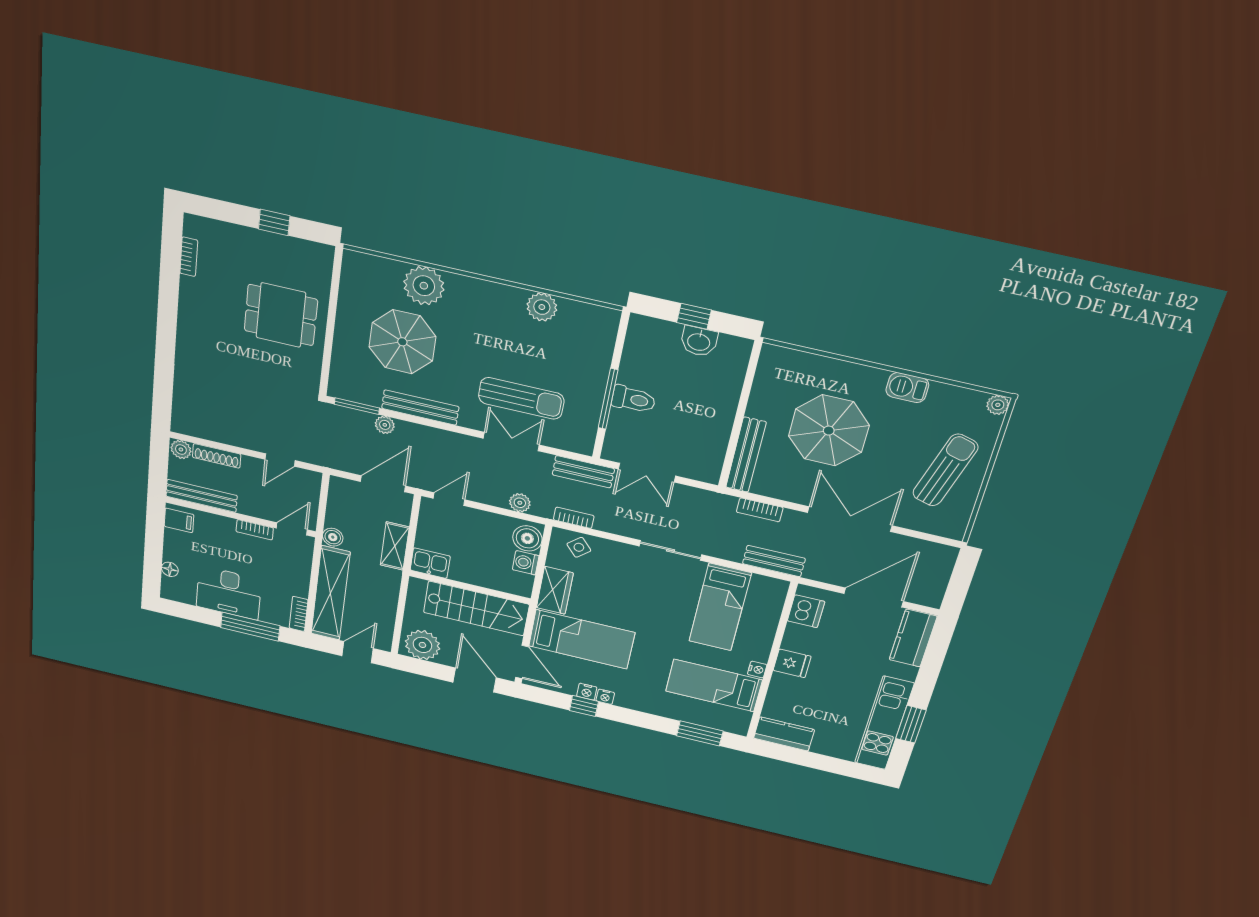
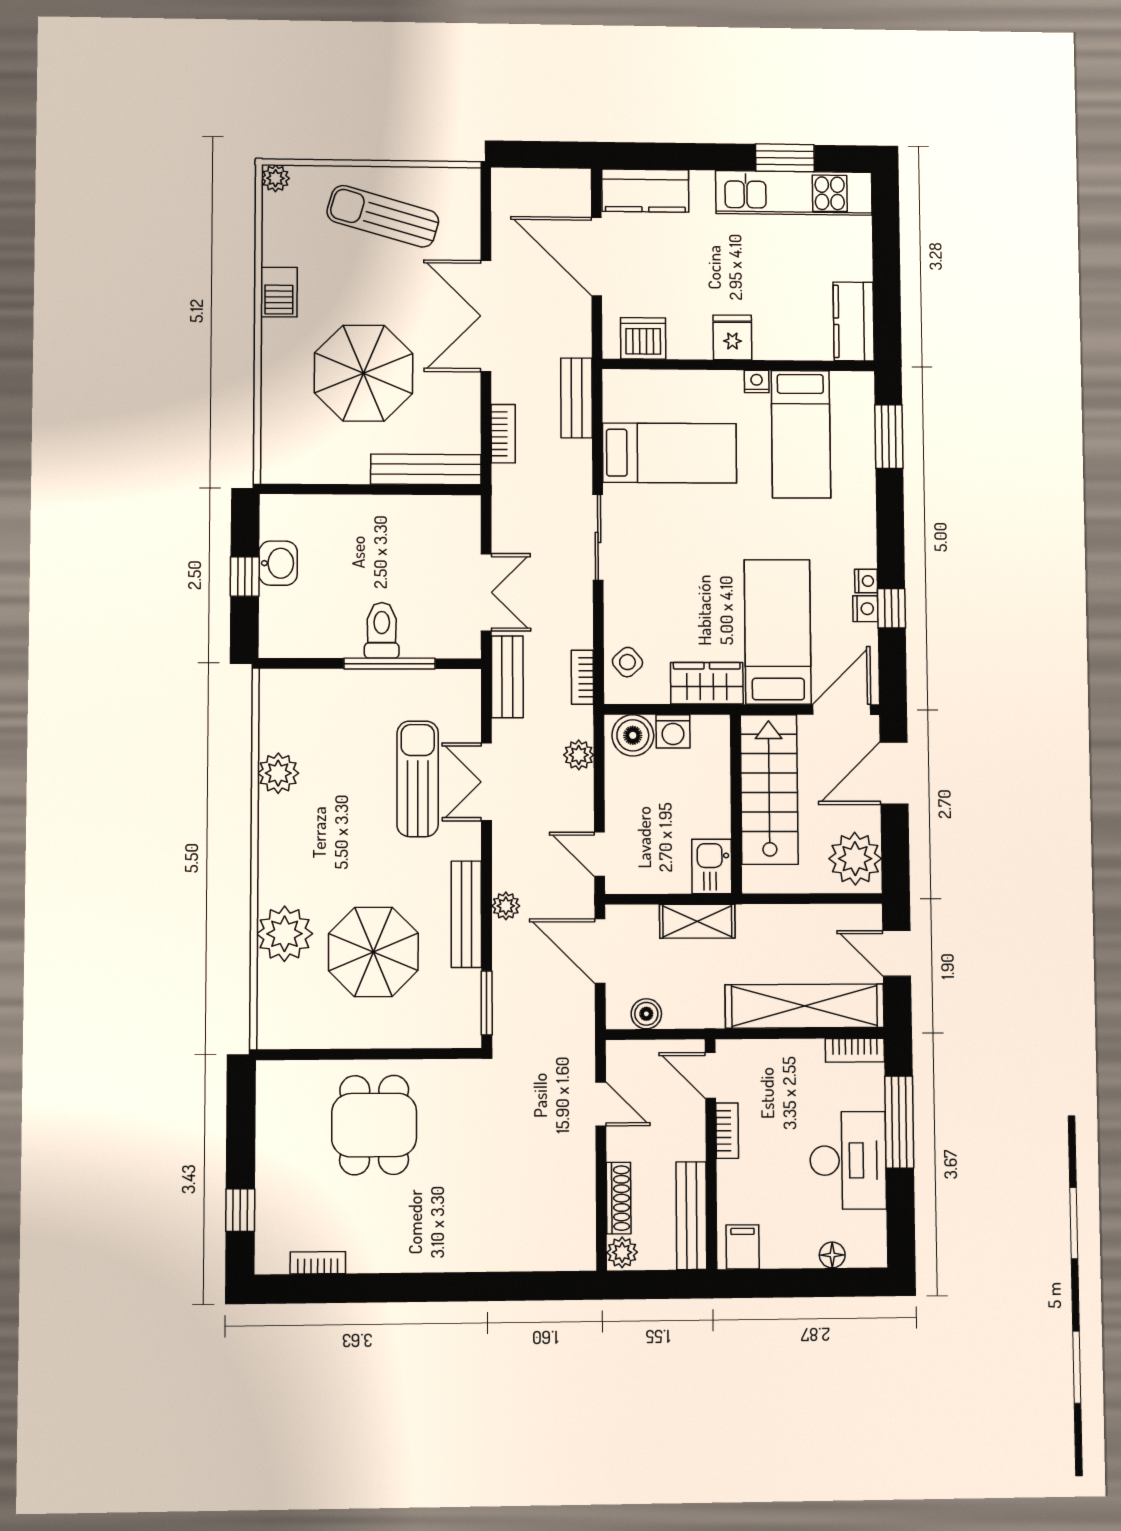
window: (274, 222) -> (240, 1210), moved
plant: (385, 425) -> (506, 906), moved
boiler: (333, 537) -> (646, 1014), moved

